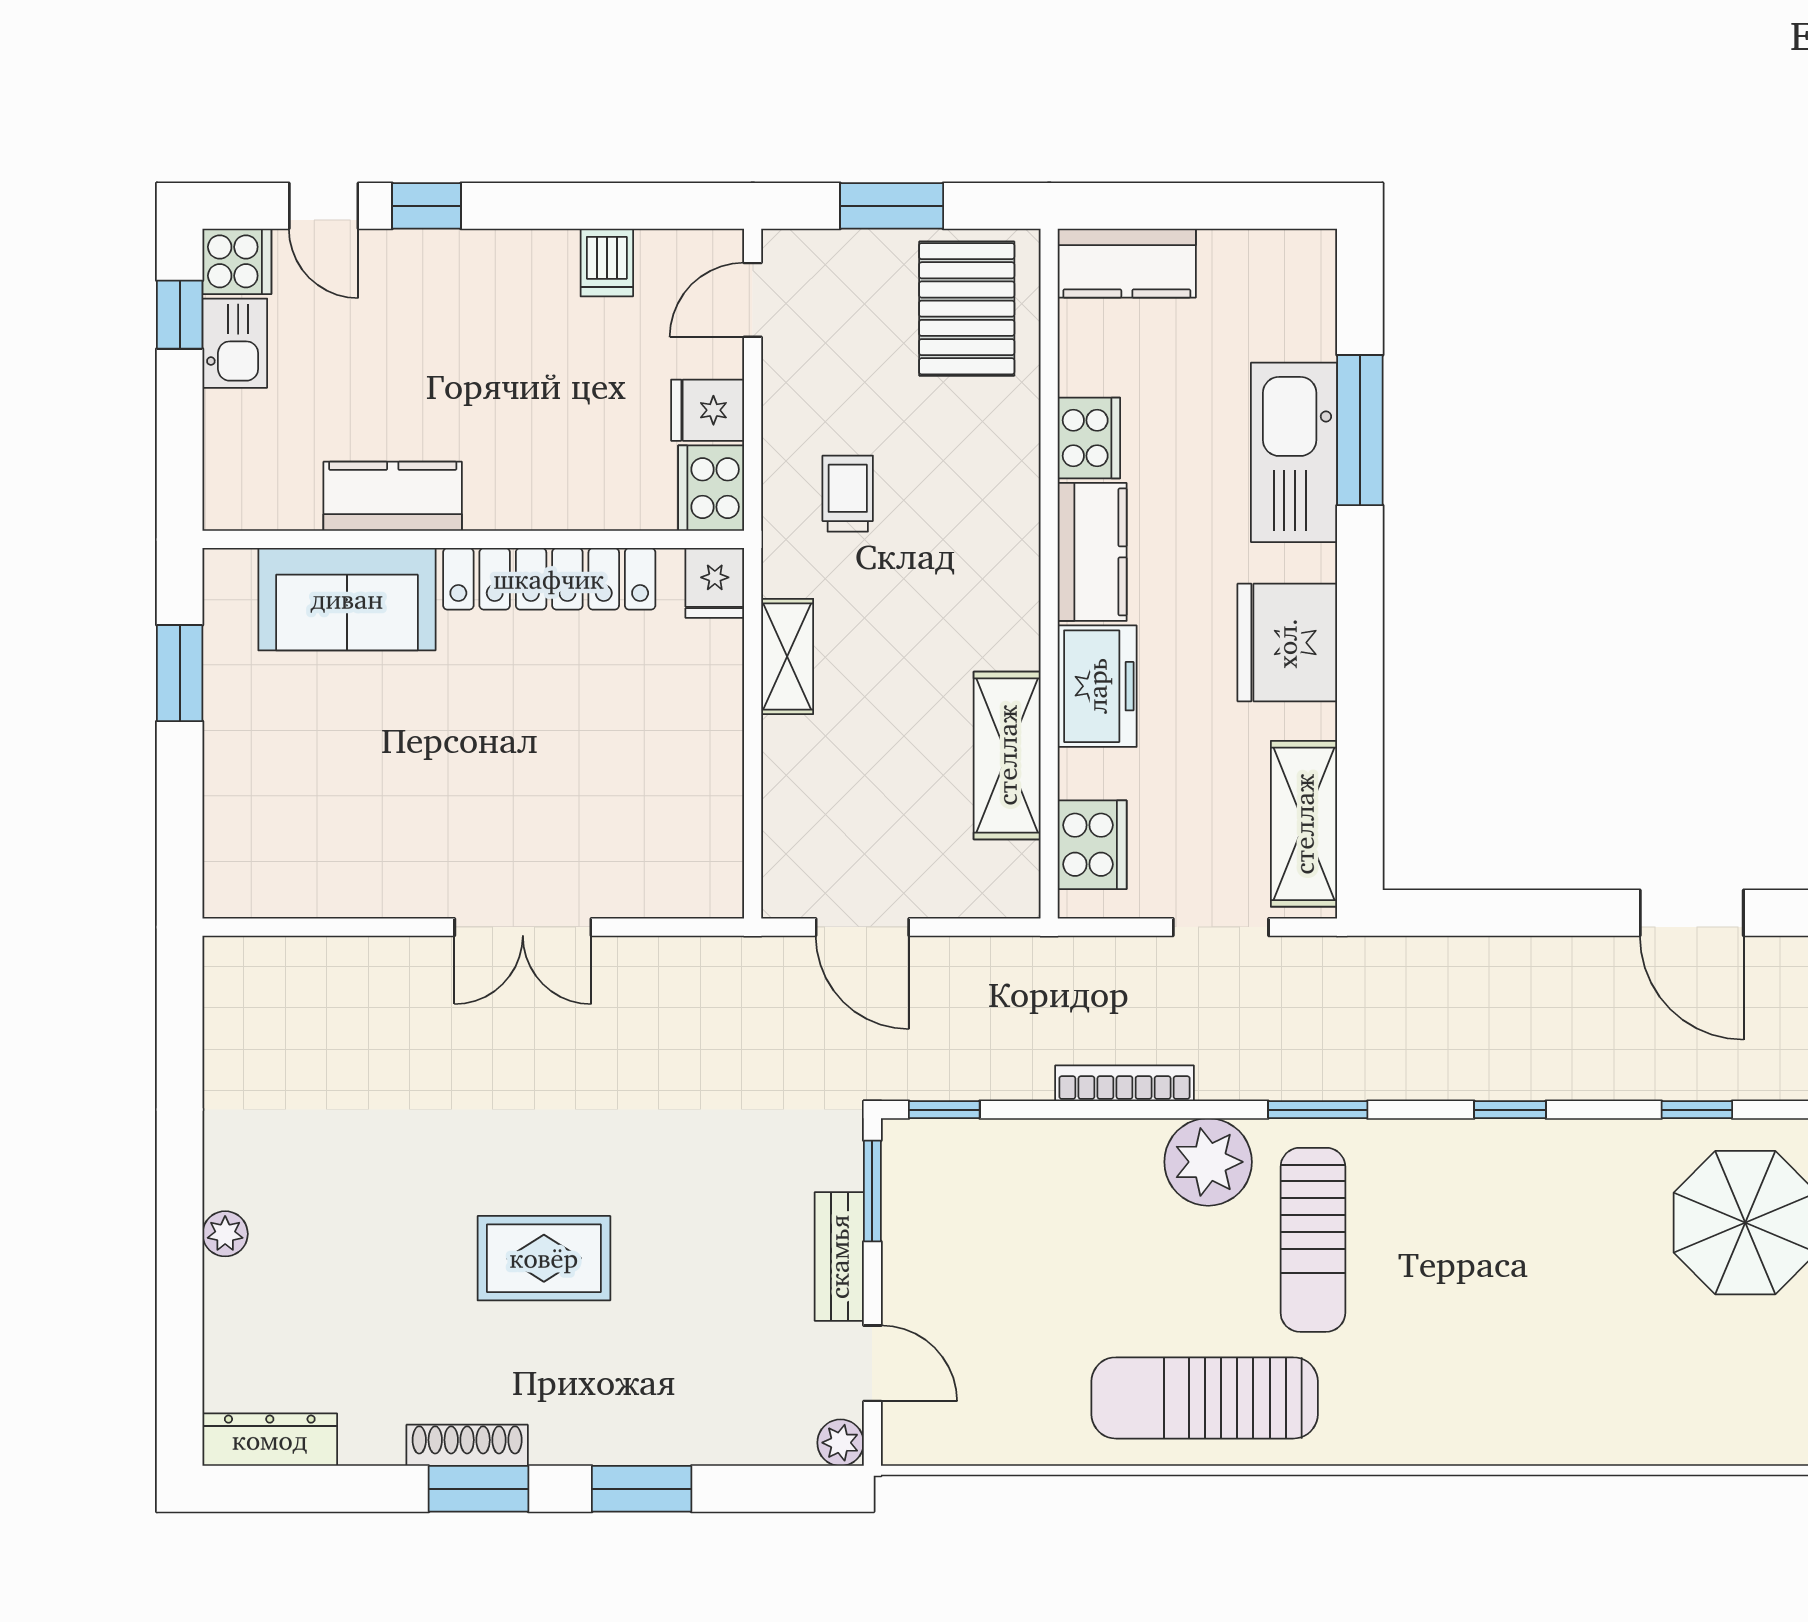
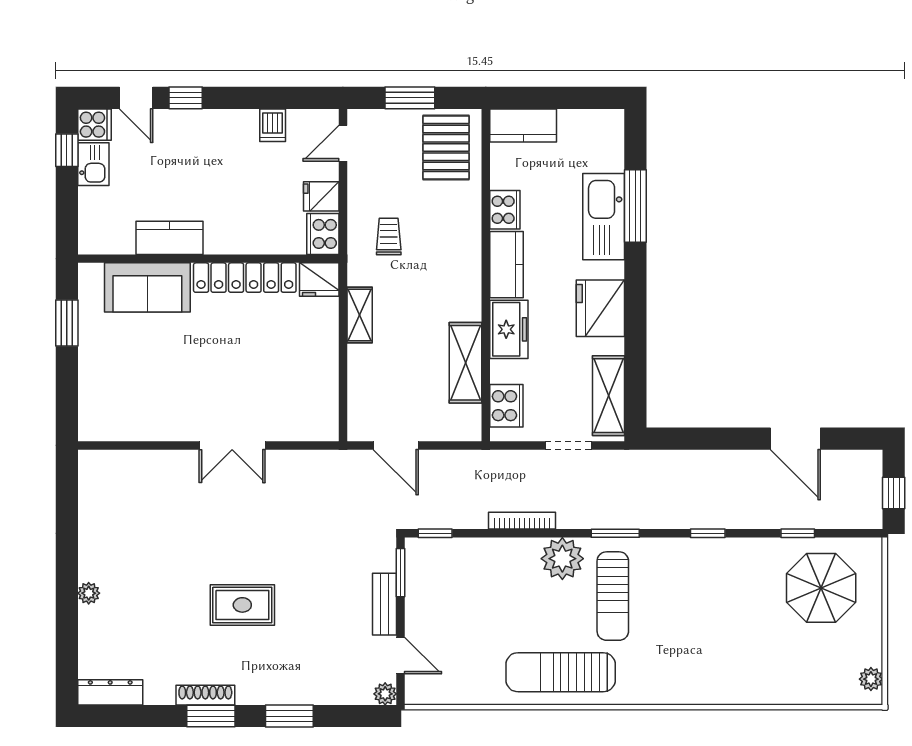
fridge: (715, 583) -> (319, 280), width x1.38

